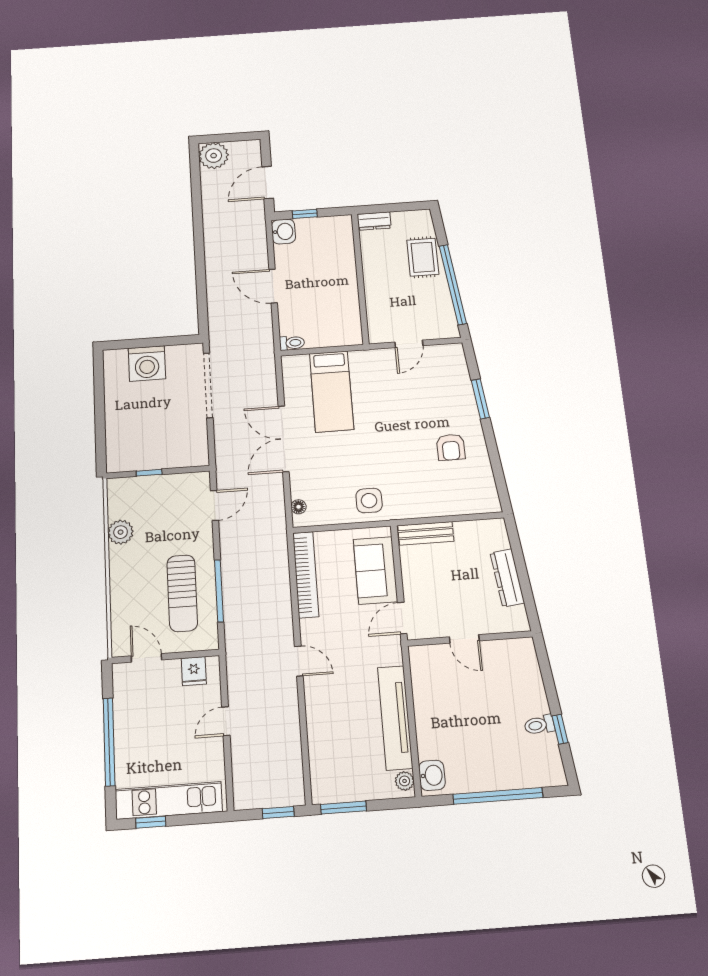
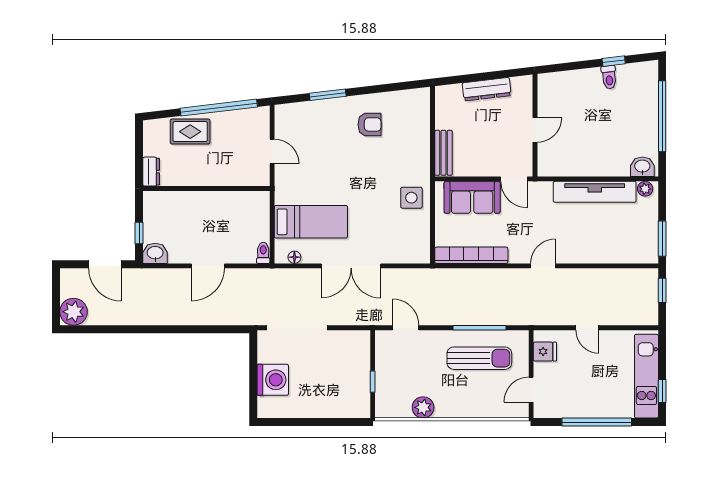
floor lamp: (299, 507) -> (294, 257), moved

